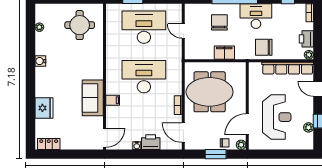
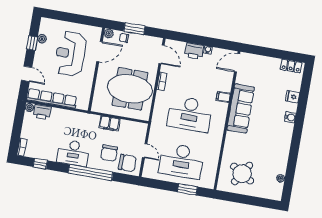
round table: (80, 25) -> (242, 174), turned 32
printer: (306, 39) -> (42, 112), moved, turned 90
chair: (264, 47) -> (127, 163), moved
water cooler: (40, 61) -> (290, 117), moved
sofa: (93, 98) -> (241, 108), width x1.36
fridge: (44, 108) -> (293, 97), width x0.53, depth x0.75

